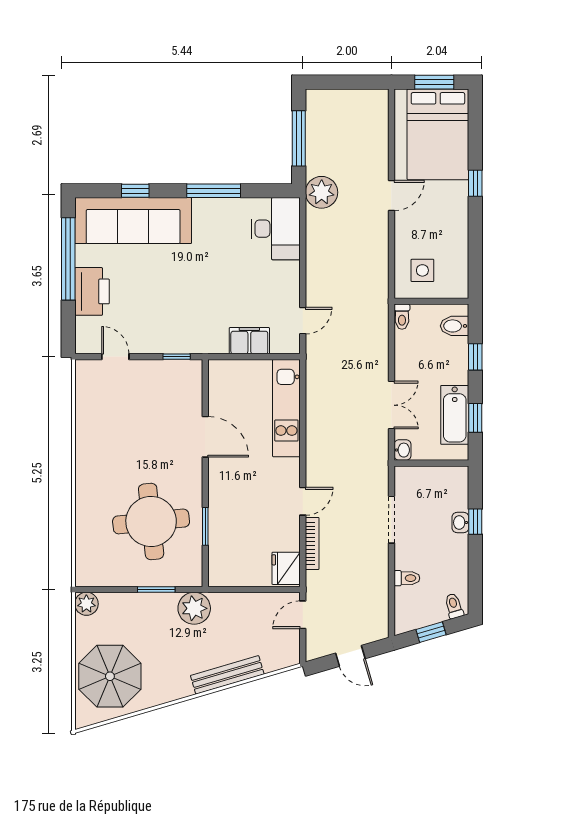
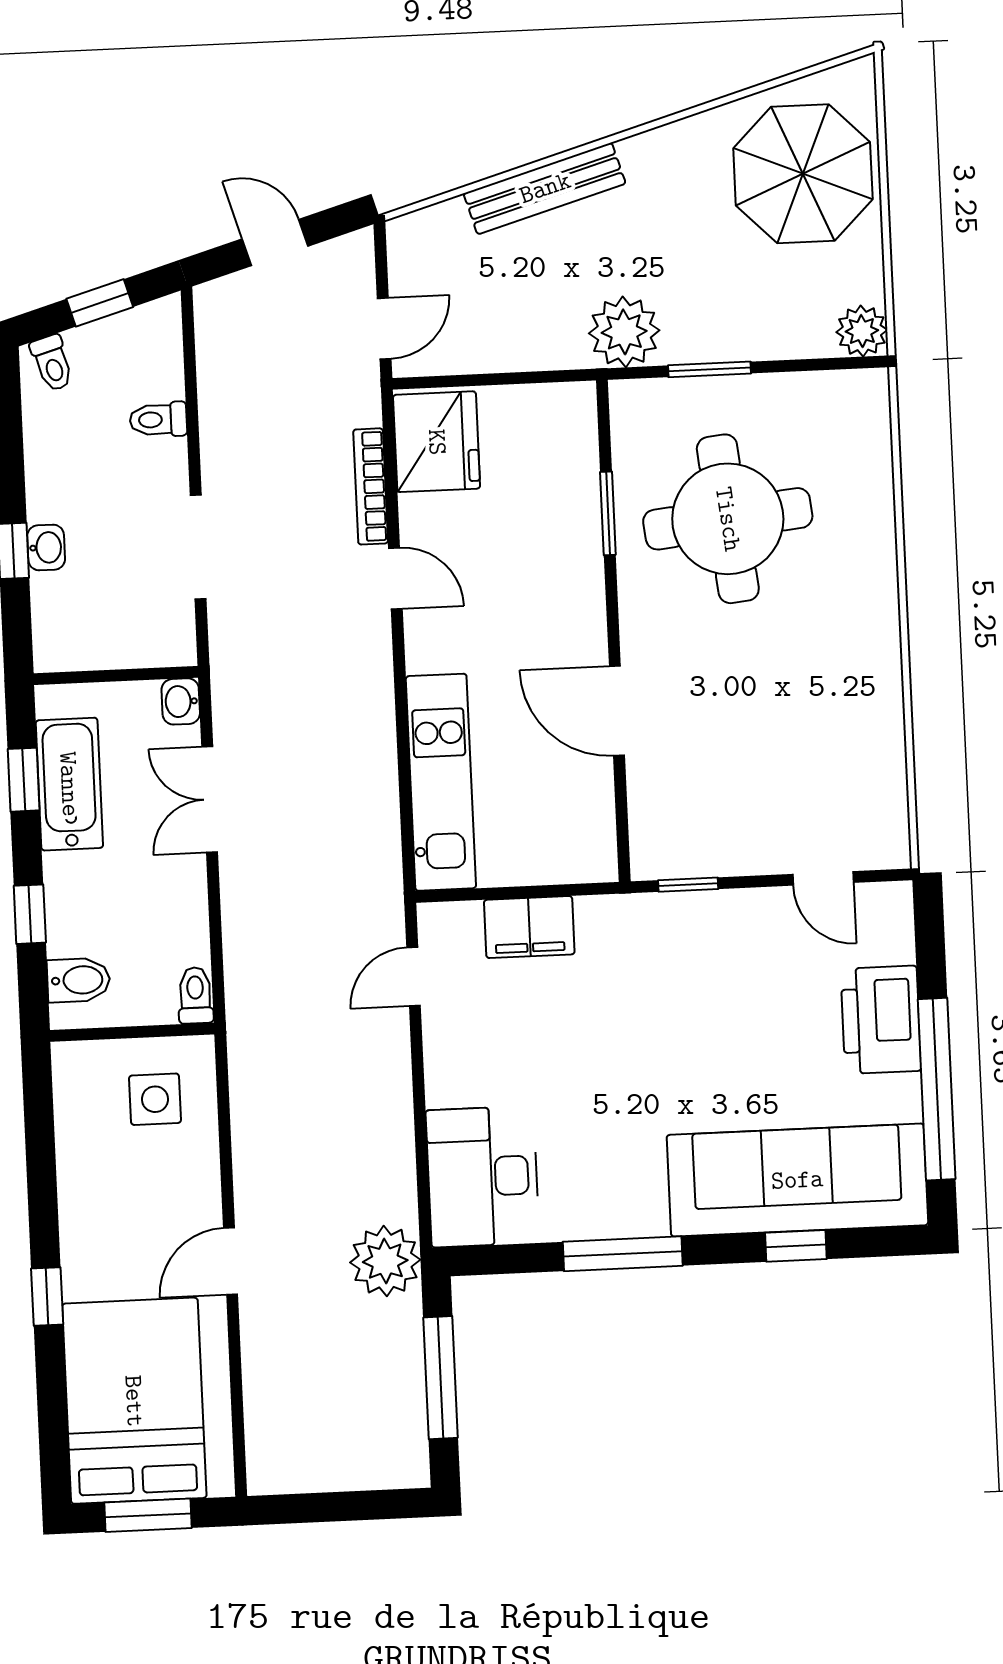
door: (303, 501) -> (395, 578), swing flipped
fridge: (286, 568) -> (437, 442), width x1.36, depth x1.34

